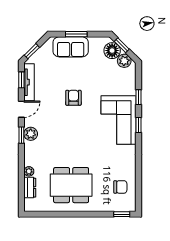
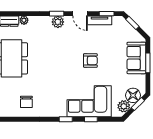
tv unit: (29, 82) -> (100, 20), width x0.71
corner sofa: (119, 120) -> (89, 101), moved
chair: (120, 187) -> (26, 102), moved

